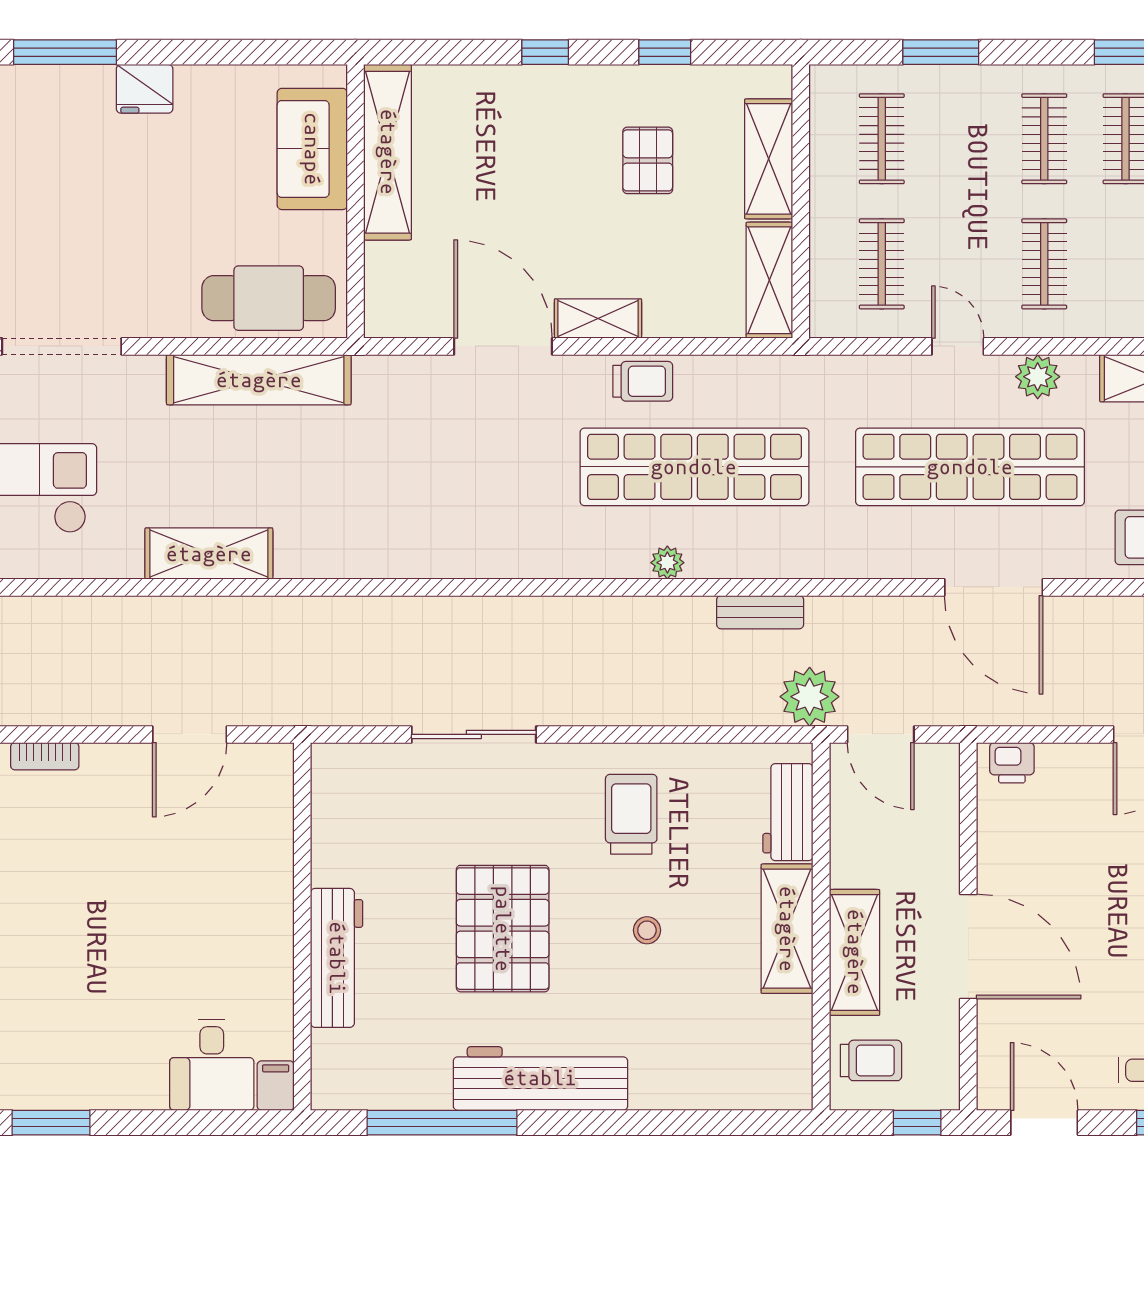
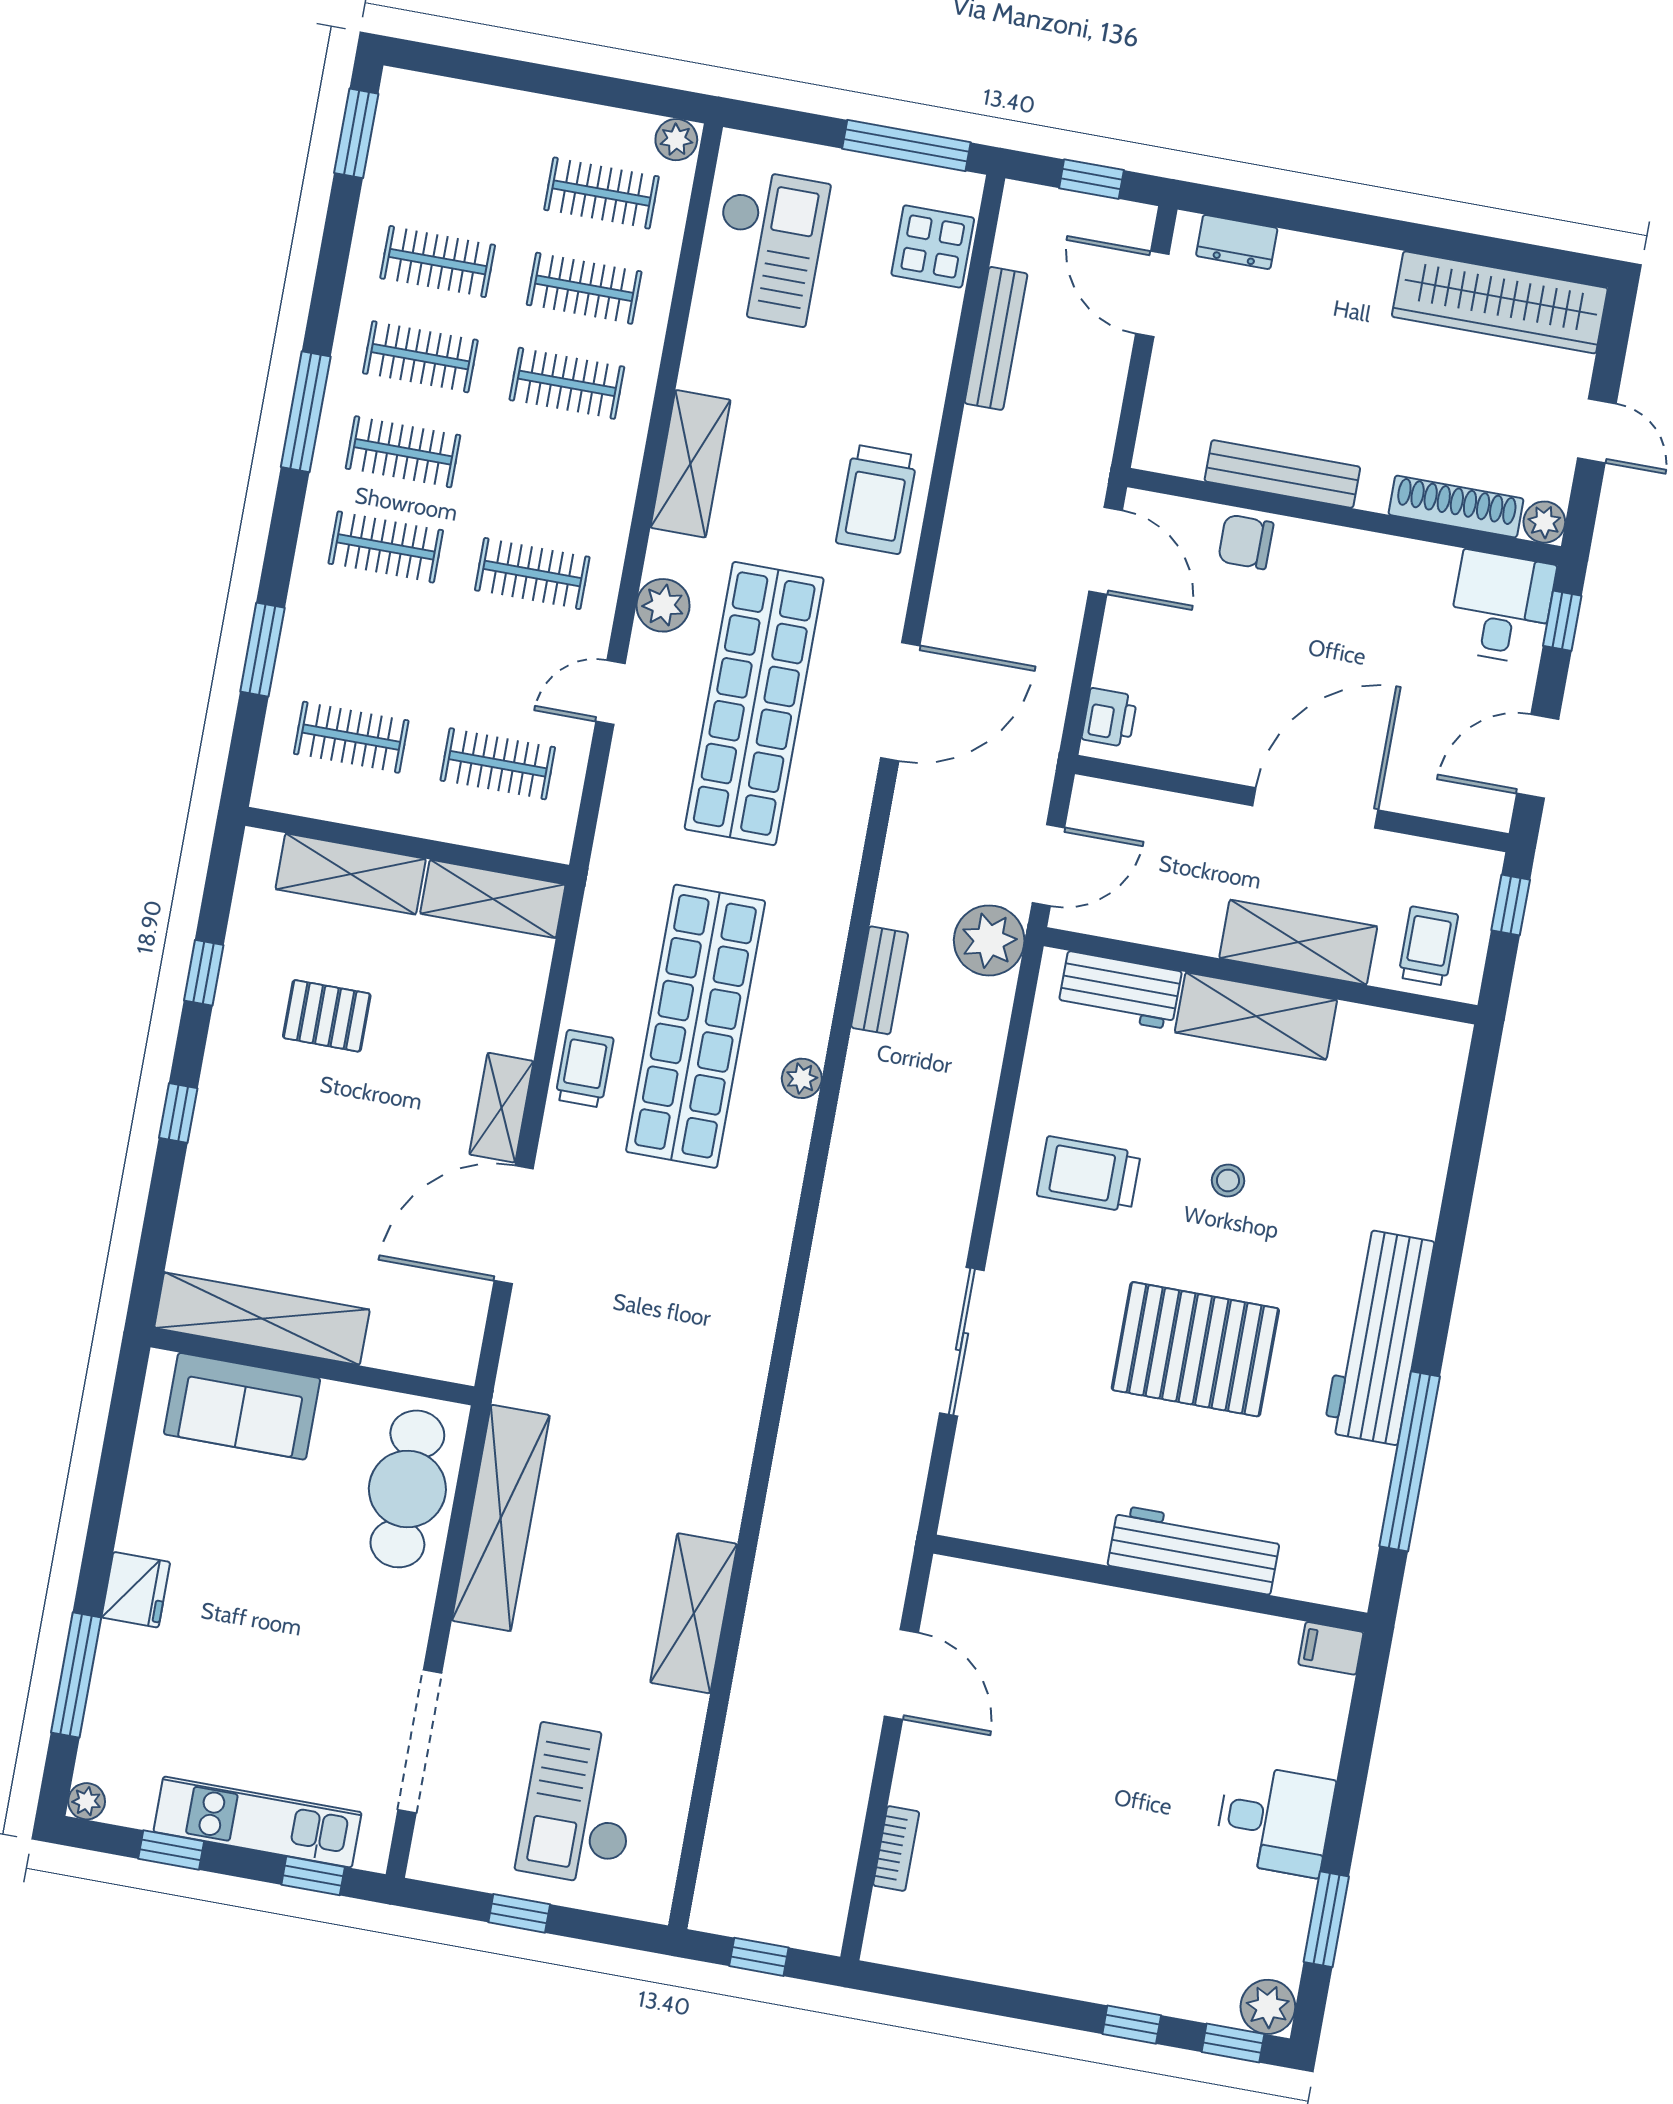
desk: (212, 1065) -> (1275, 1820), moved

